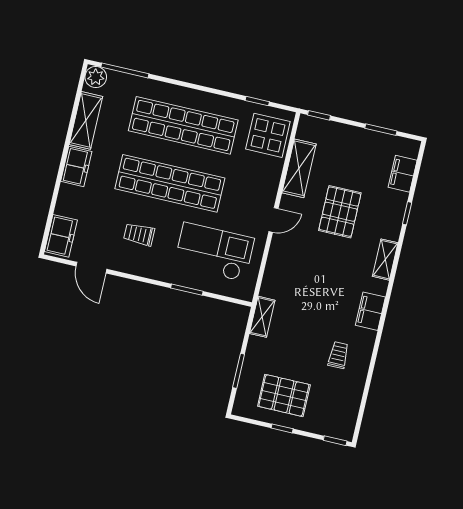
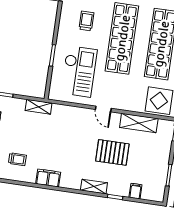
filing cabinet: (403, 174) -> (135, 191), width x0.50
shelving: (385, 260) -> (94, 187), moved

